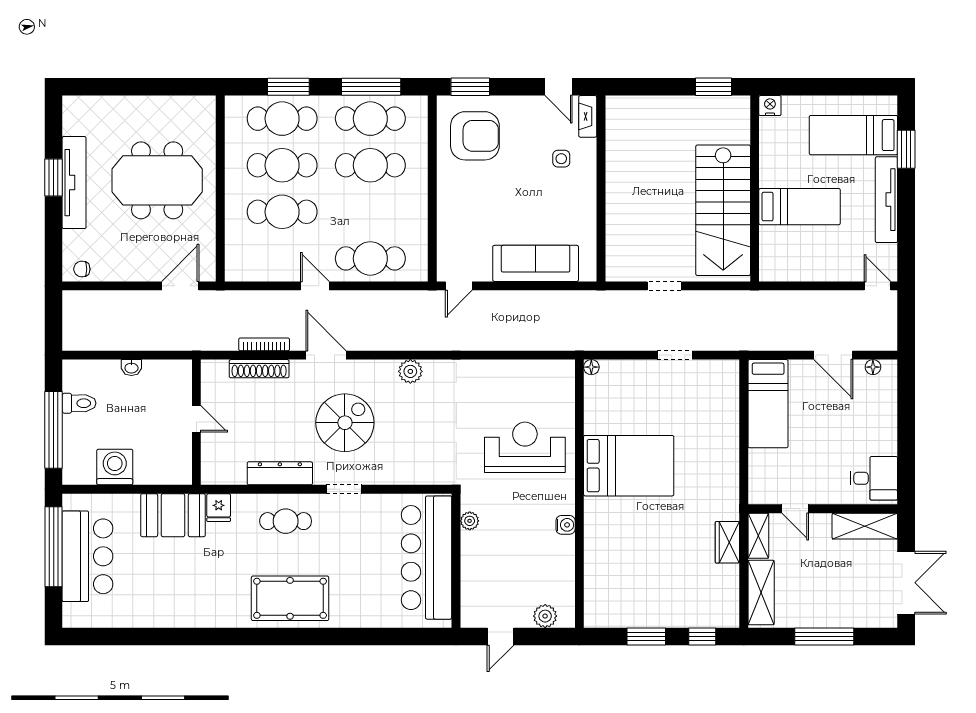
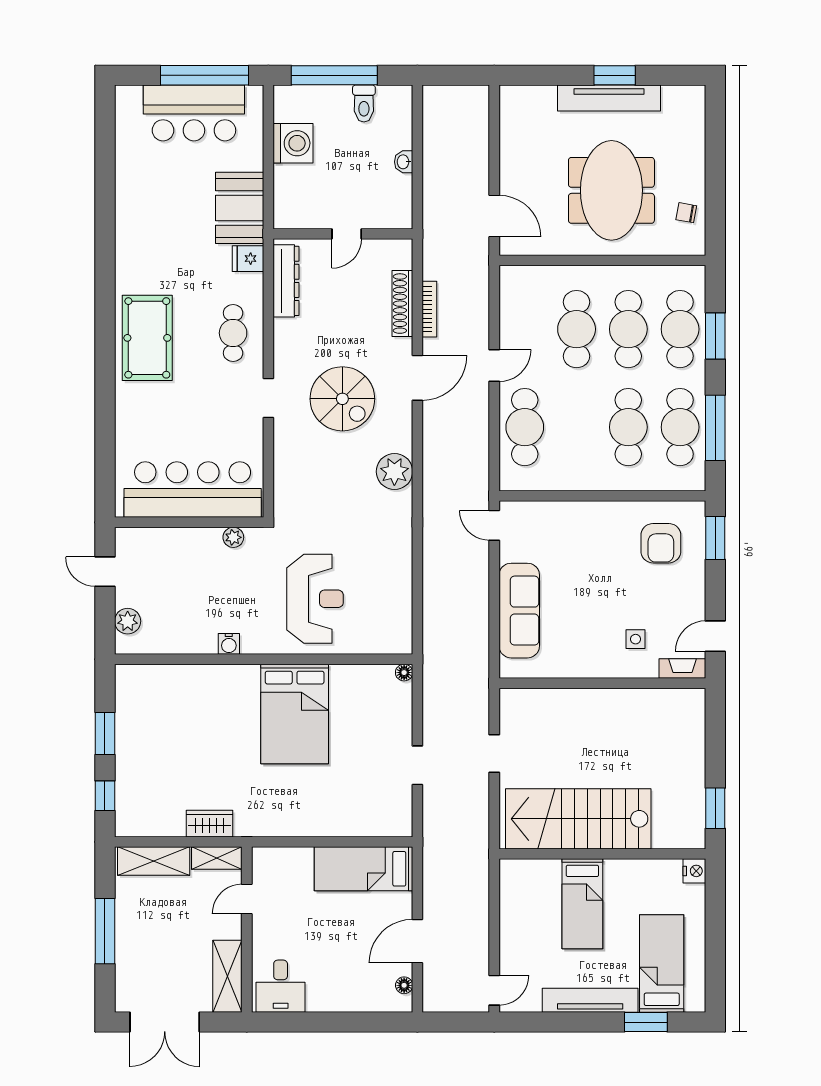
armchair: (475, 136) -> (661, 543), width x0.73, depth x0.73
chair: (82, 269) -> (686, 213), moved, turned -80
plant: (410, 371) -> (394, 472), width x1.36, depth x1.36
dresser: (280, 473) -> (286, 281), moved

